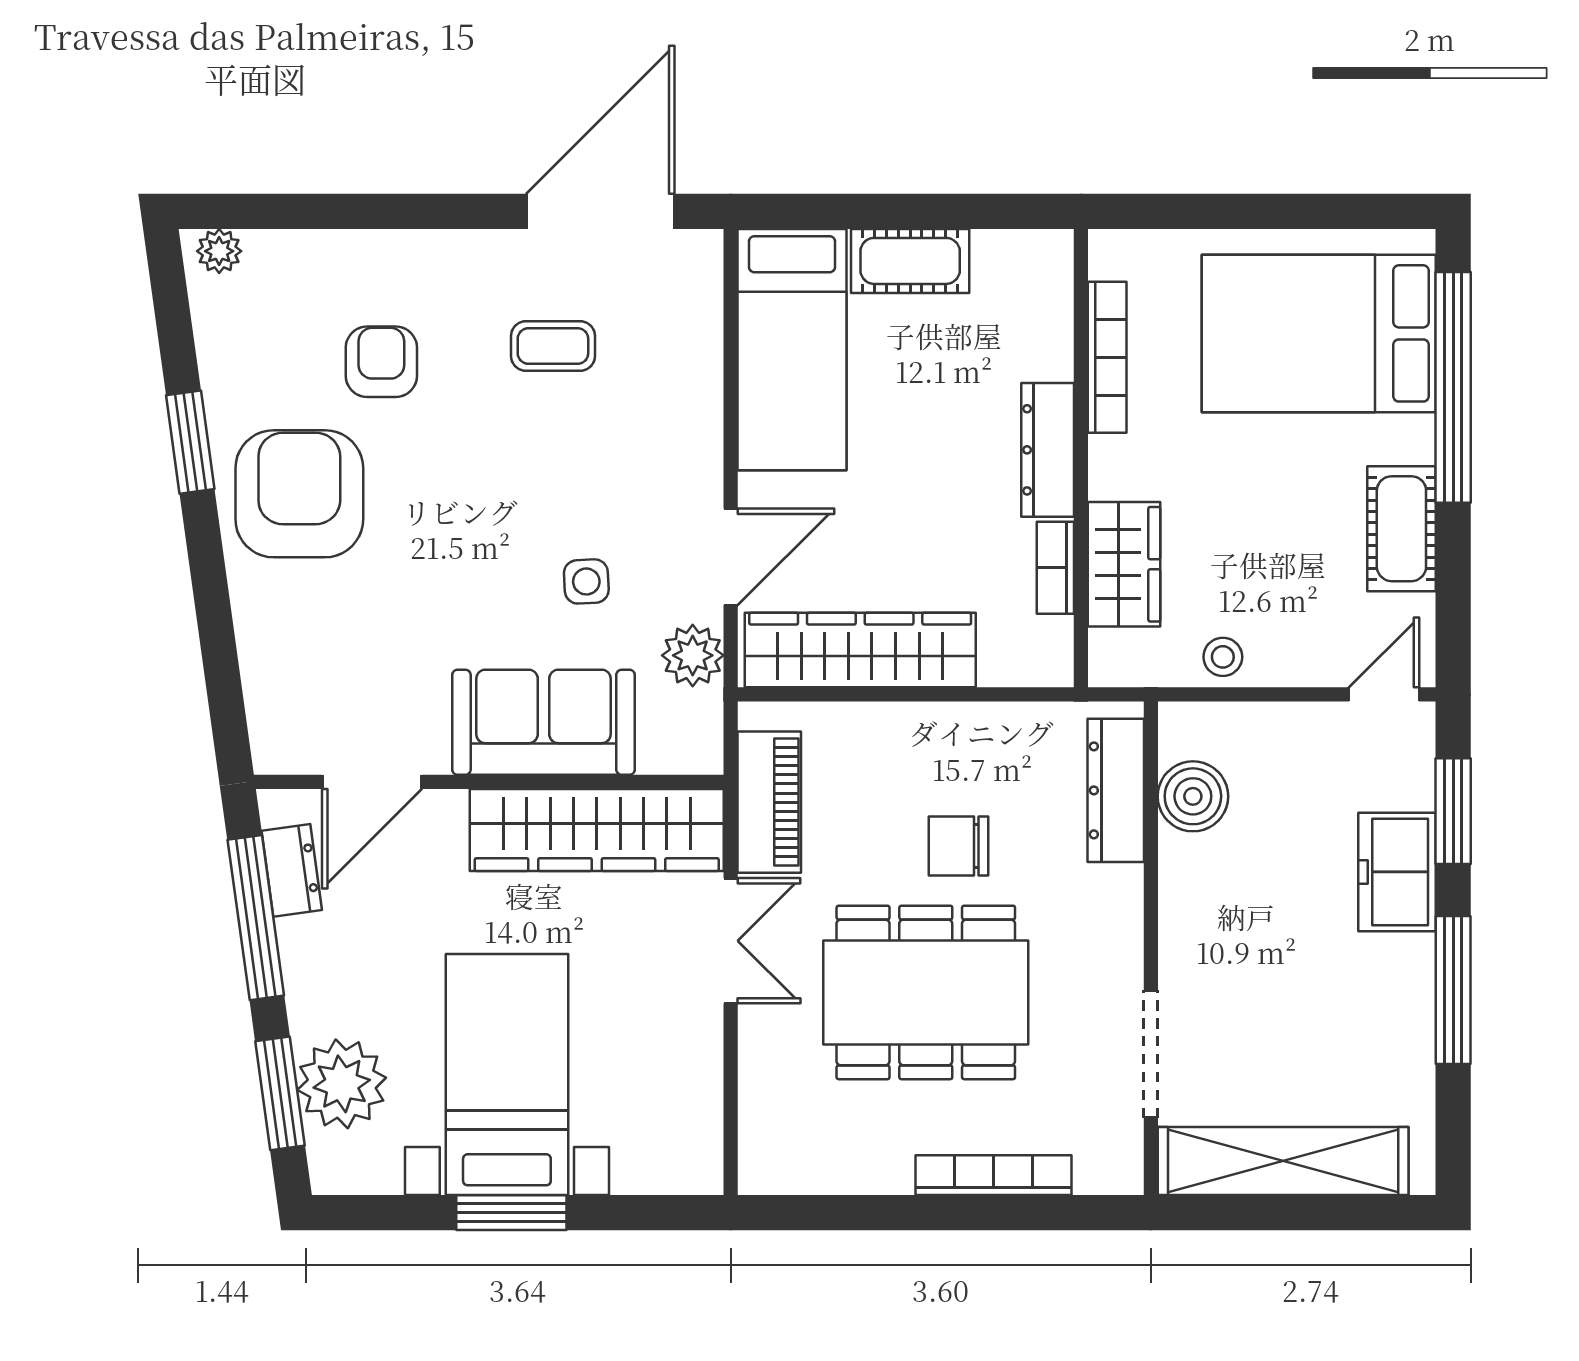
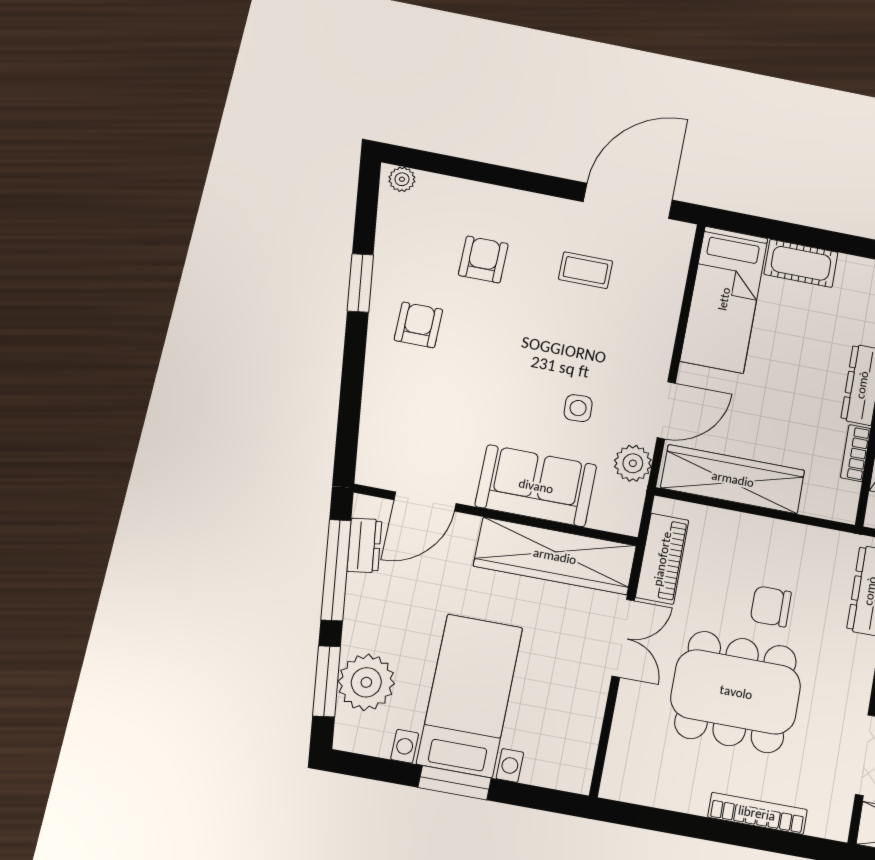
armchair: (299, 494) -> (418, 325), width x0.53, depth x0.53

